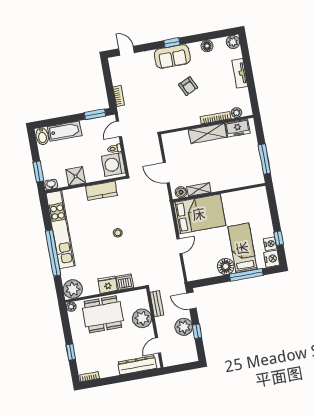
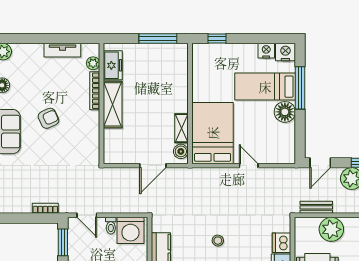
tv unit: (240, 73) -> (62, 50), moved
window: (279, 238) -> (217, 39), moved

